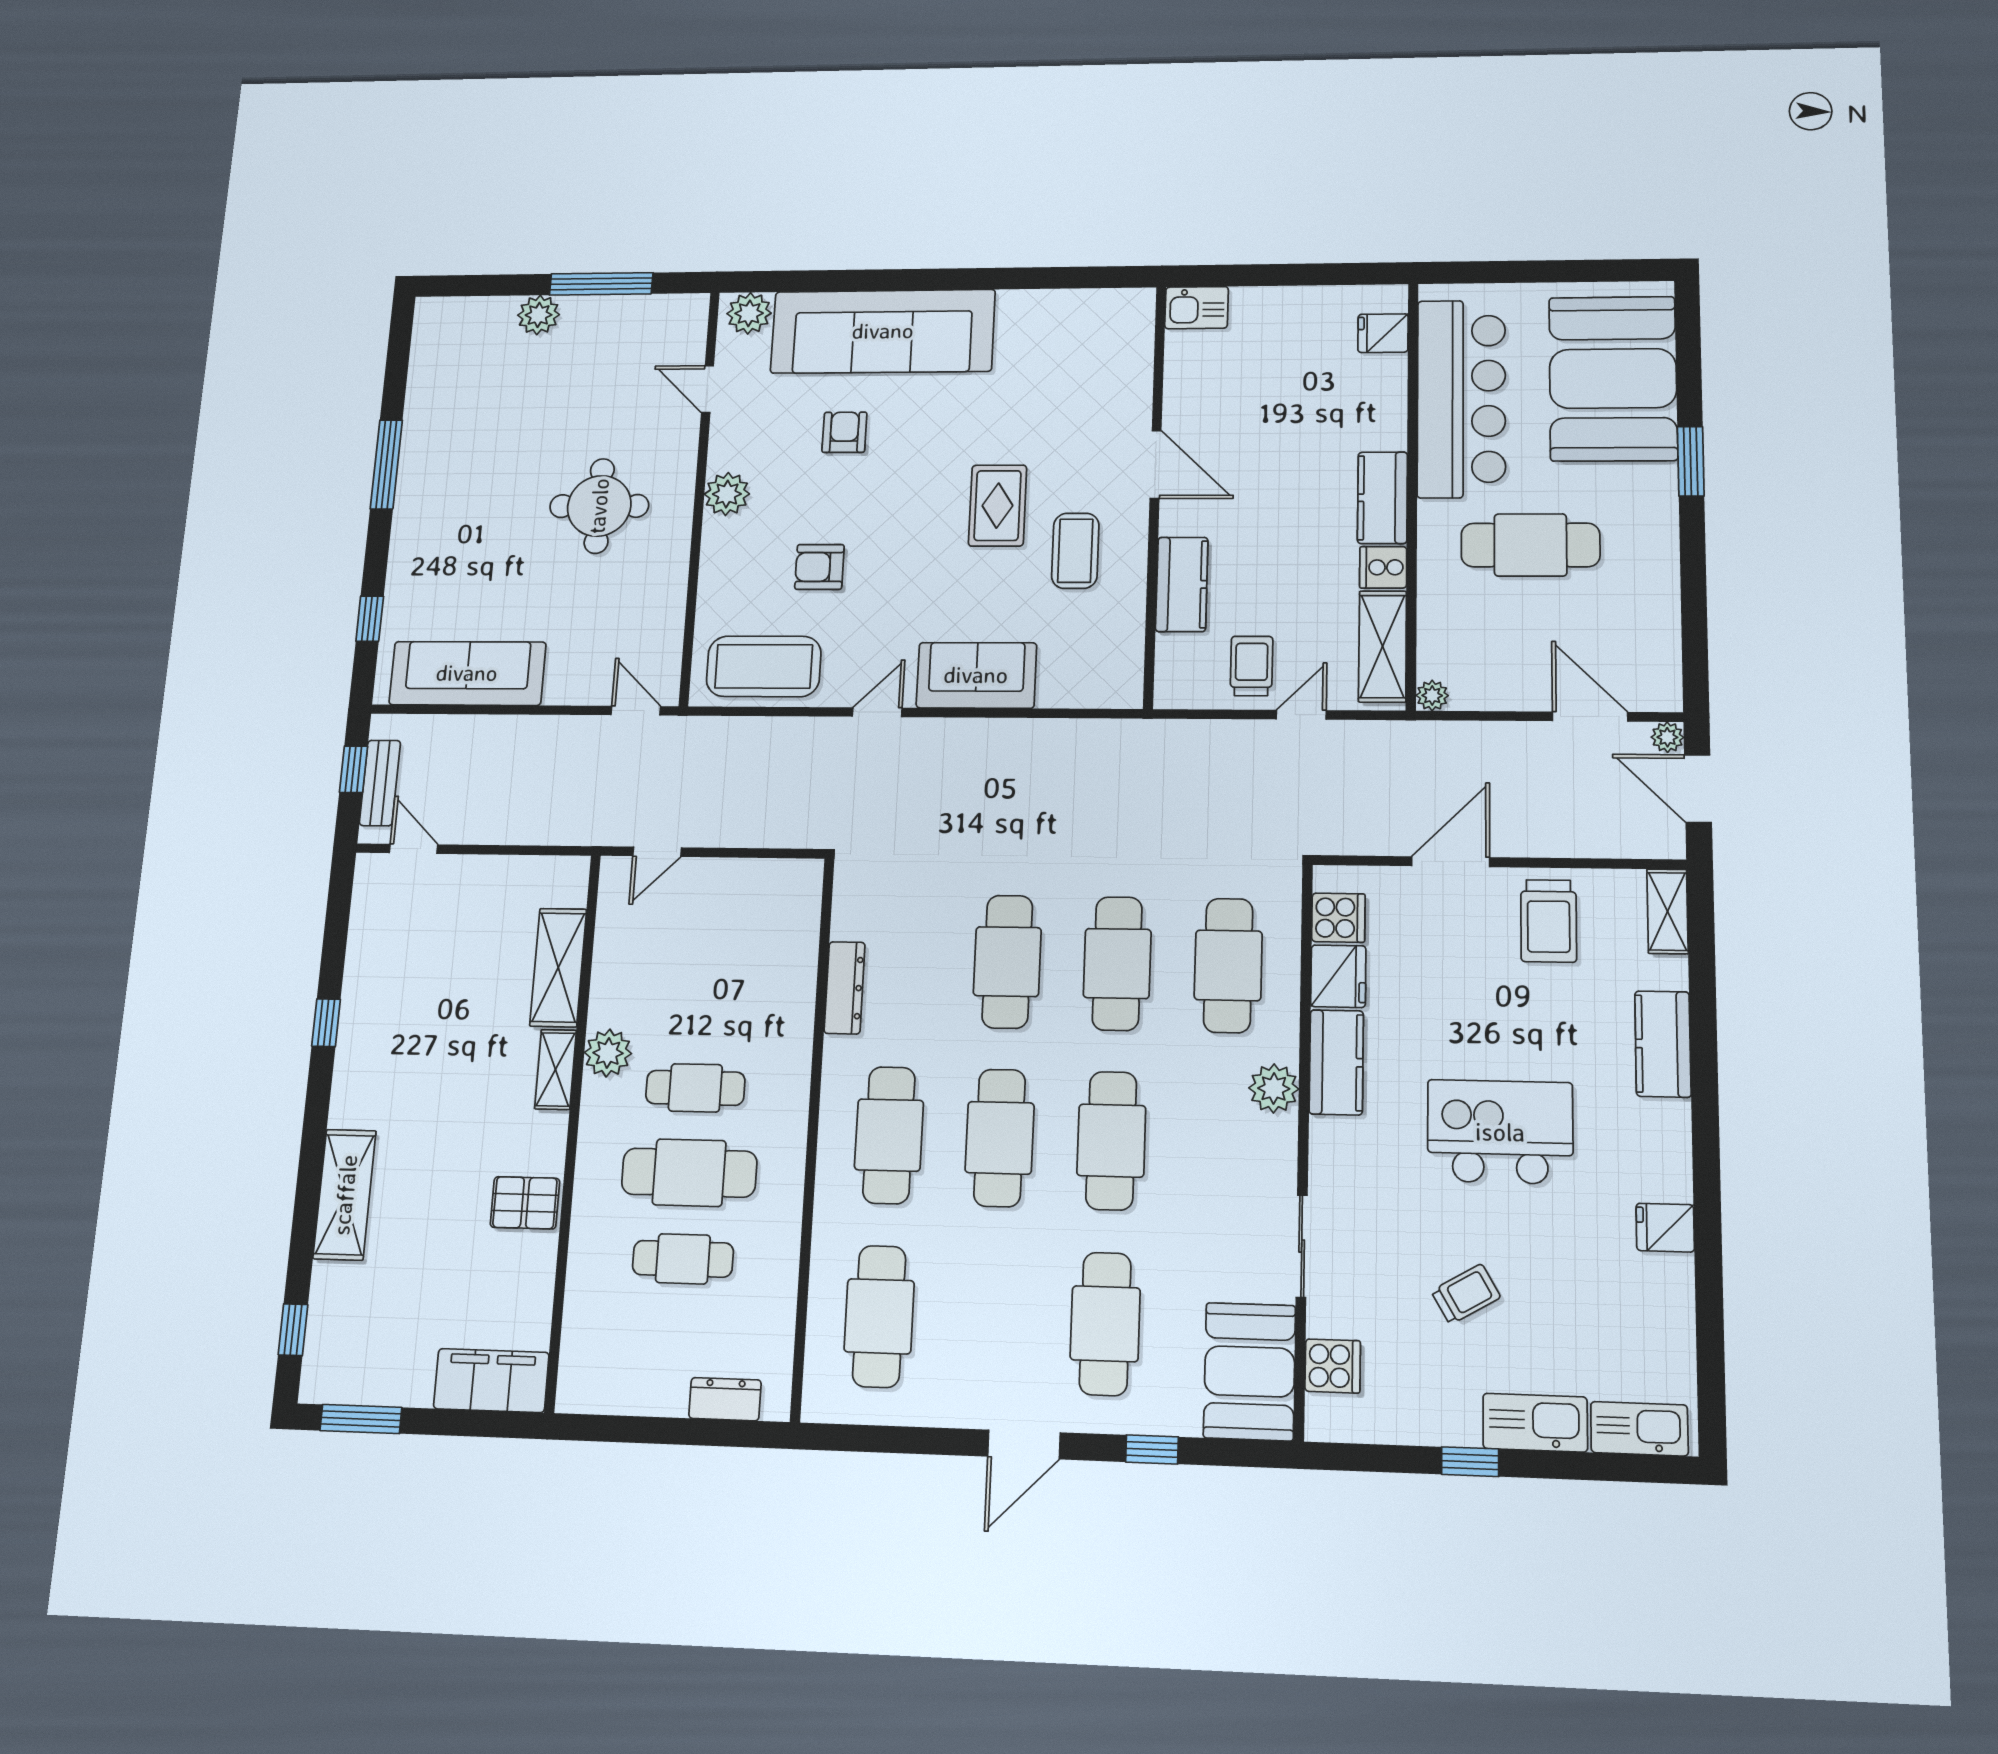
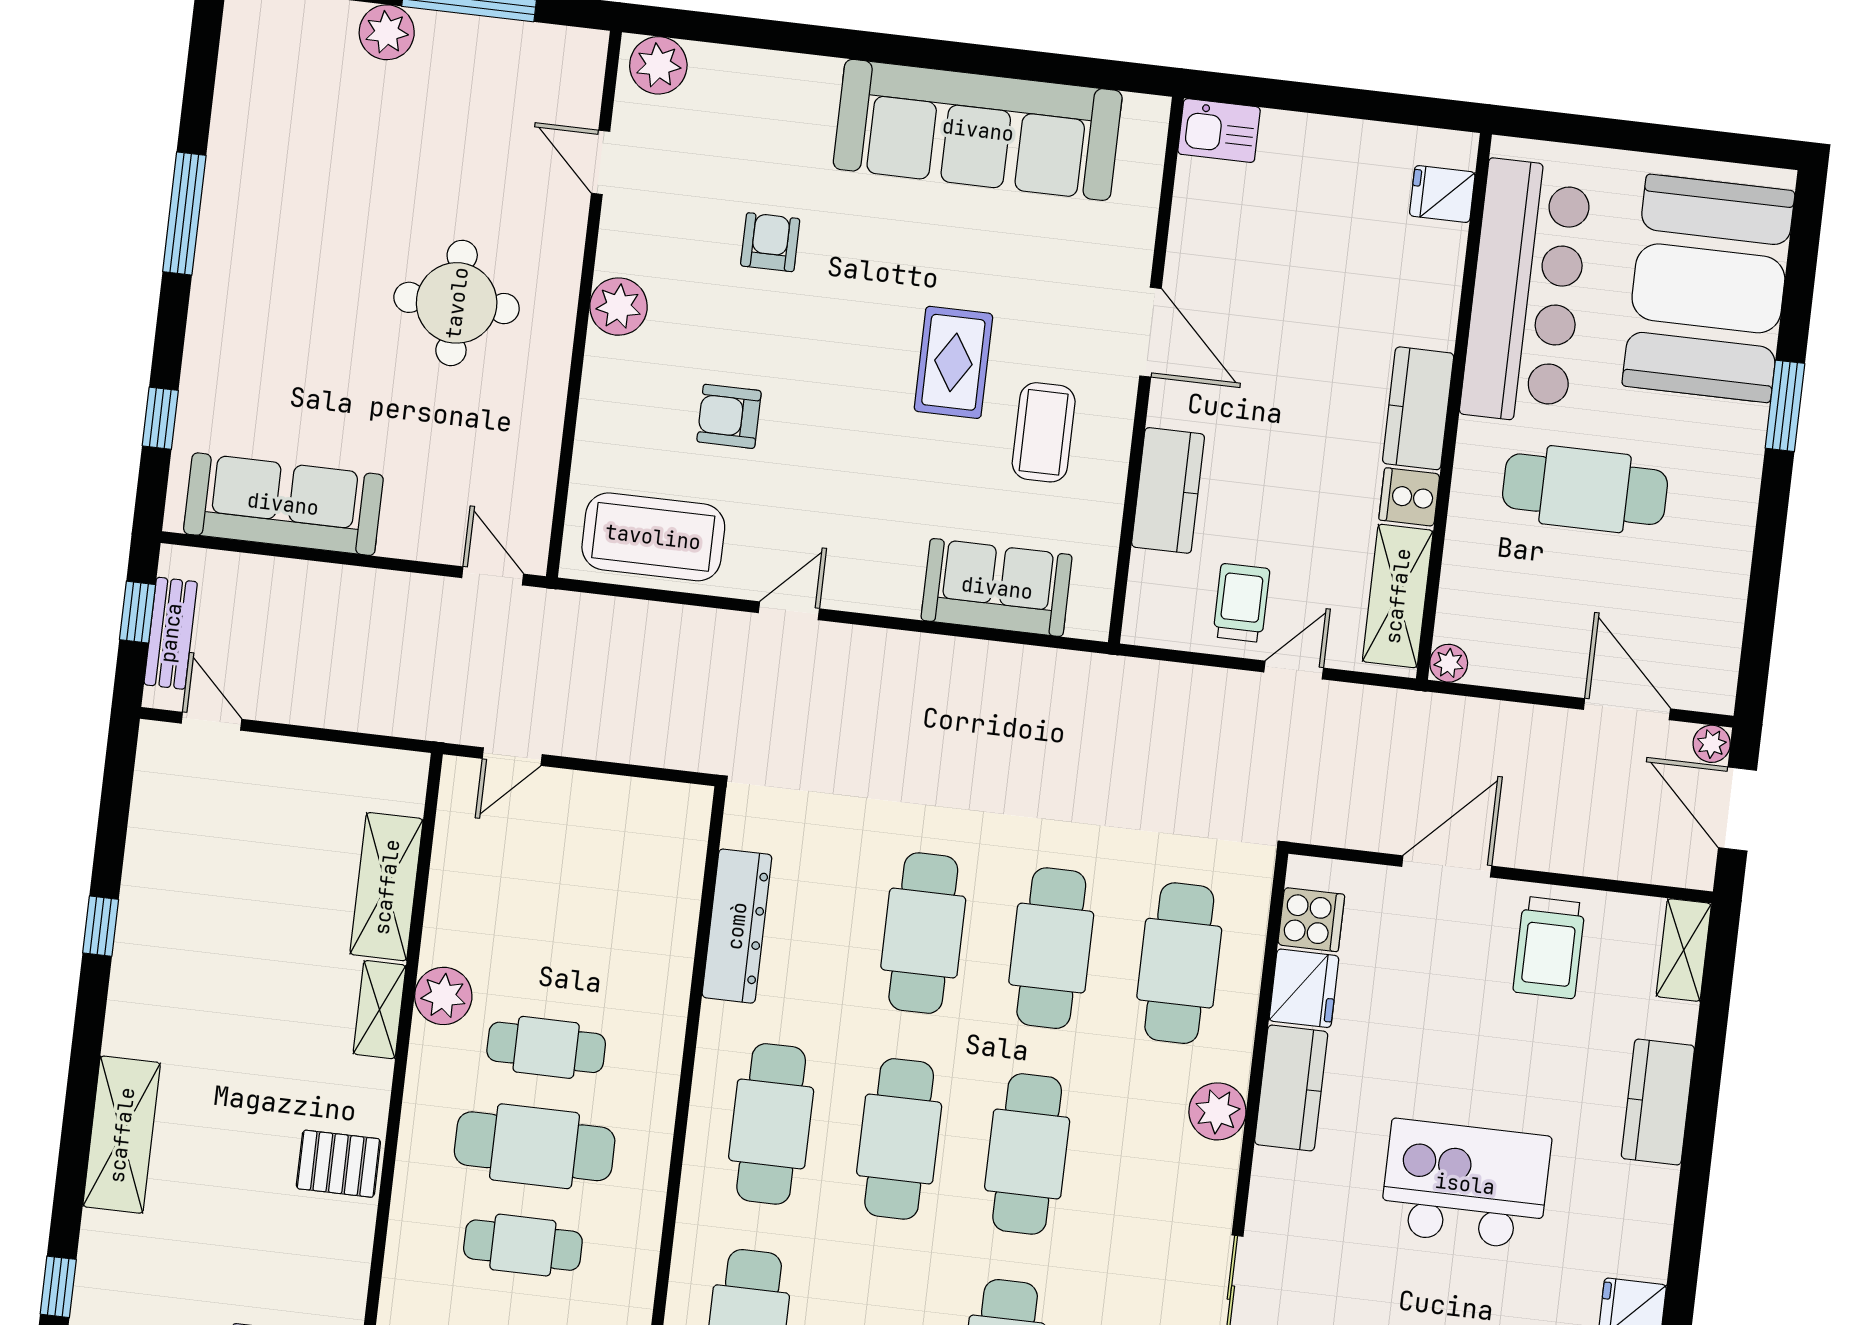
sofa: (883, 331) -> (978, 130), moved
sofa: (976, 675) -> (997, 588), moved
dresser: (845, 988) -> (737, 926), width x1.37, depth x1.24

